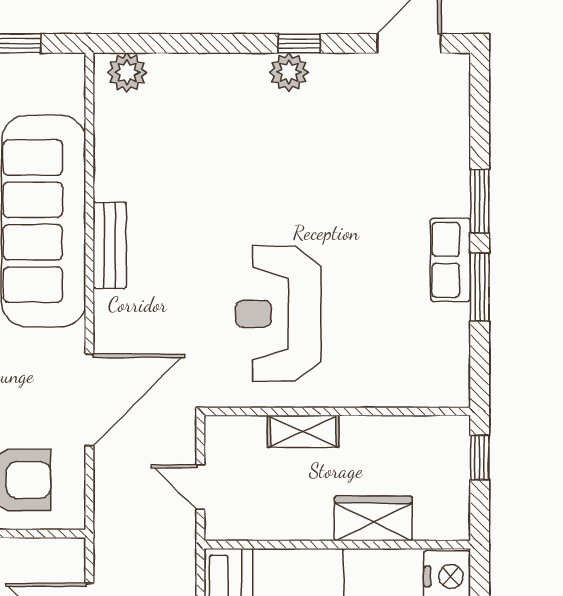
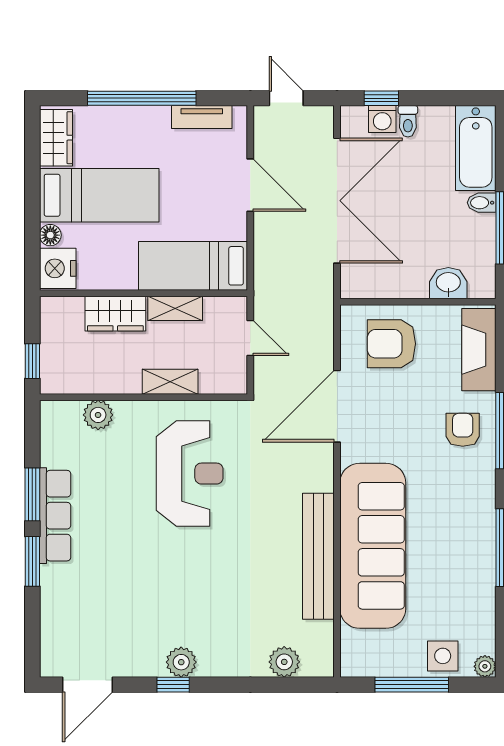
plant: (127, 72) -> (284, 662), moved
bench: (110, 245) -> (318, 556), width x1.86, depth x1.21
row of seats: (451, 260) -> (55, 516), width x1.48
plant: (395, 389) -> (98, 415), added
shelving: (297, 525) -> (175, 308), added

